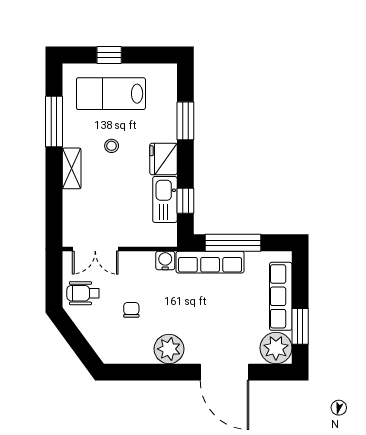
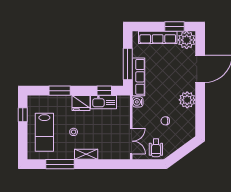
window: (109, 55) -> (23, 115), moved

